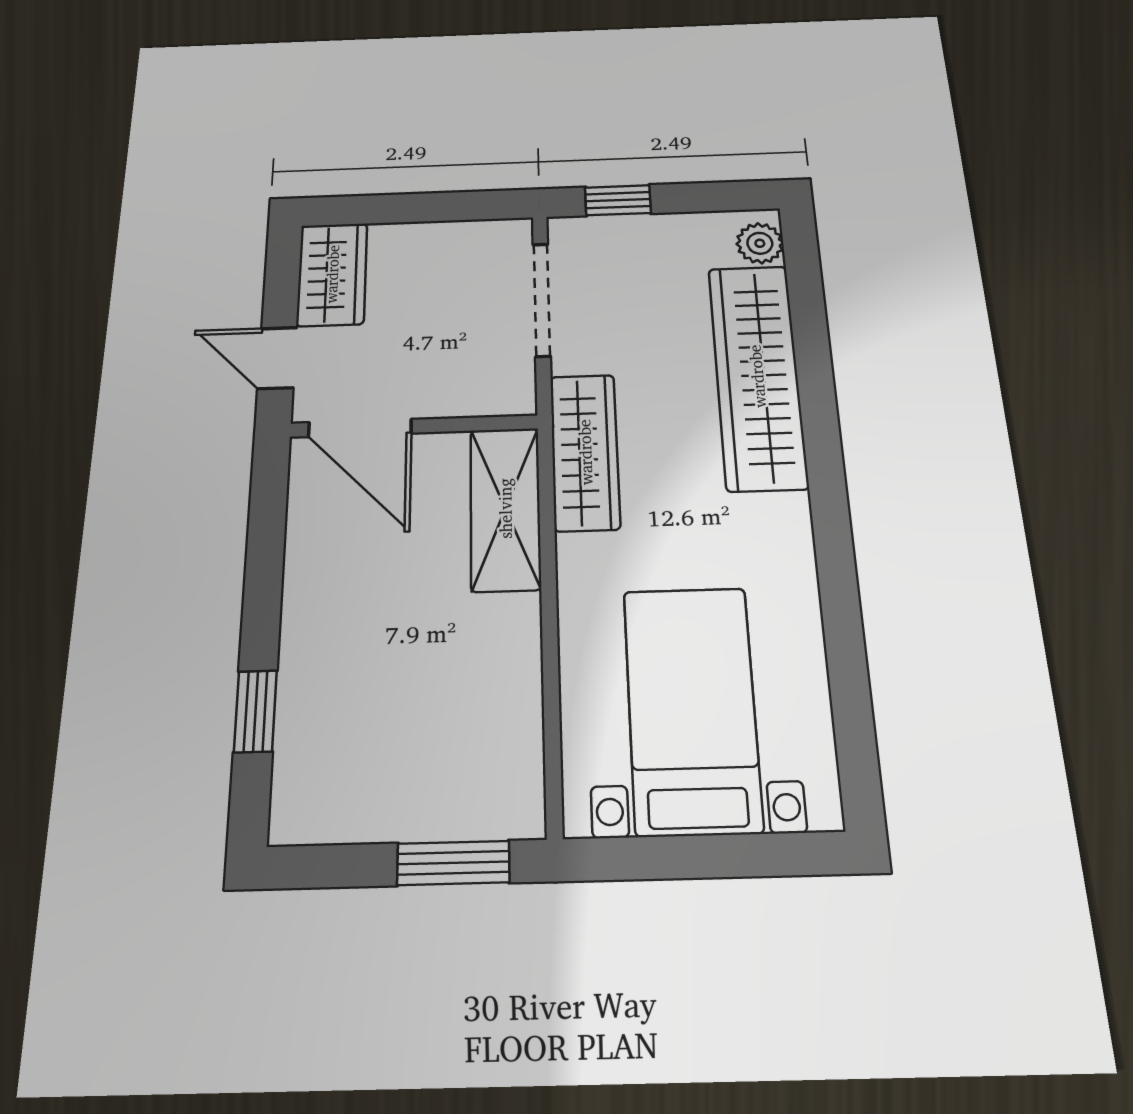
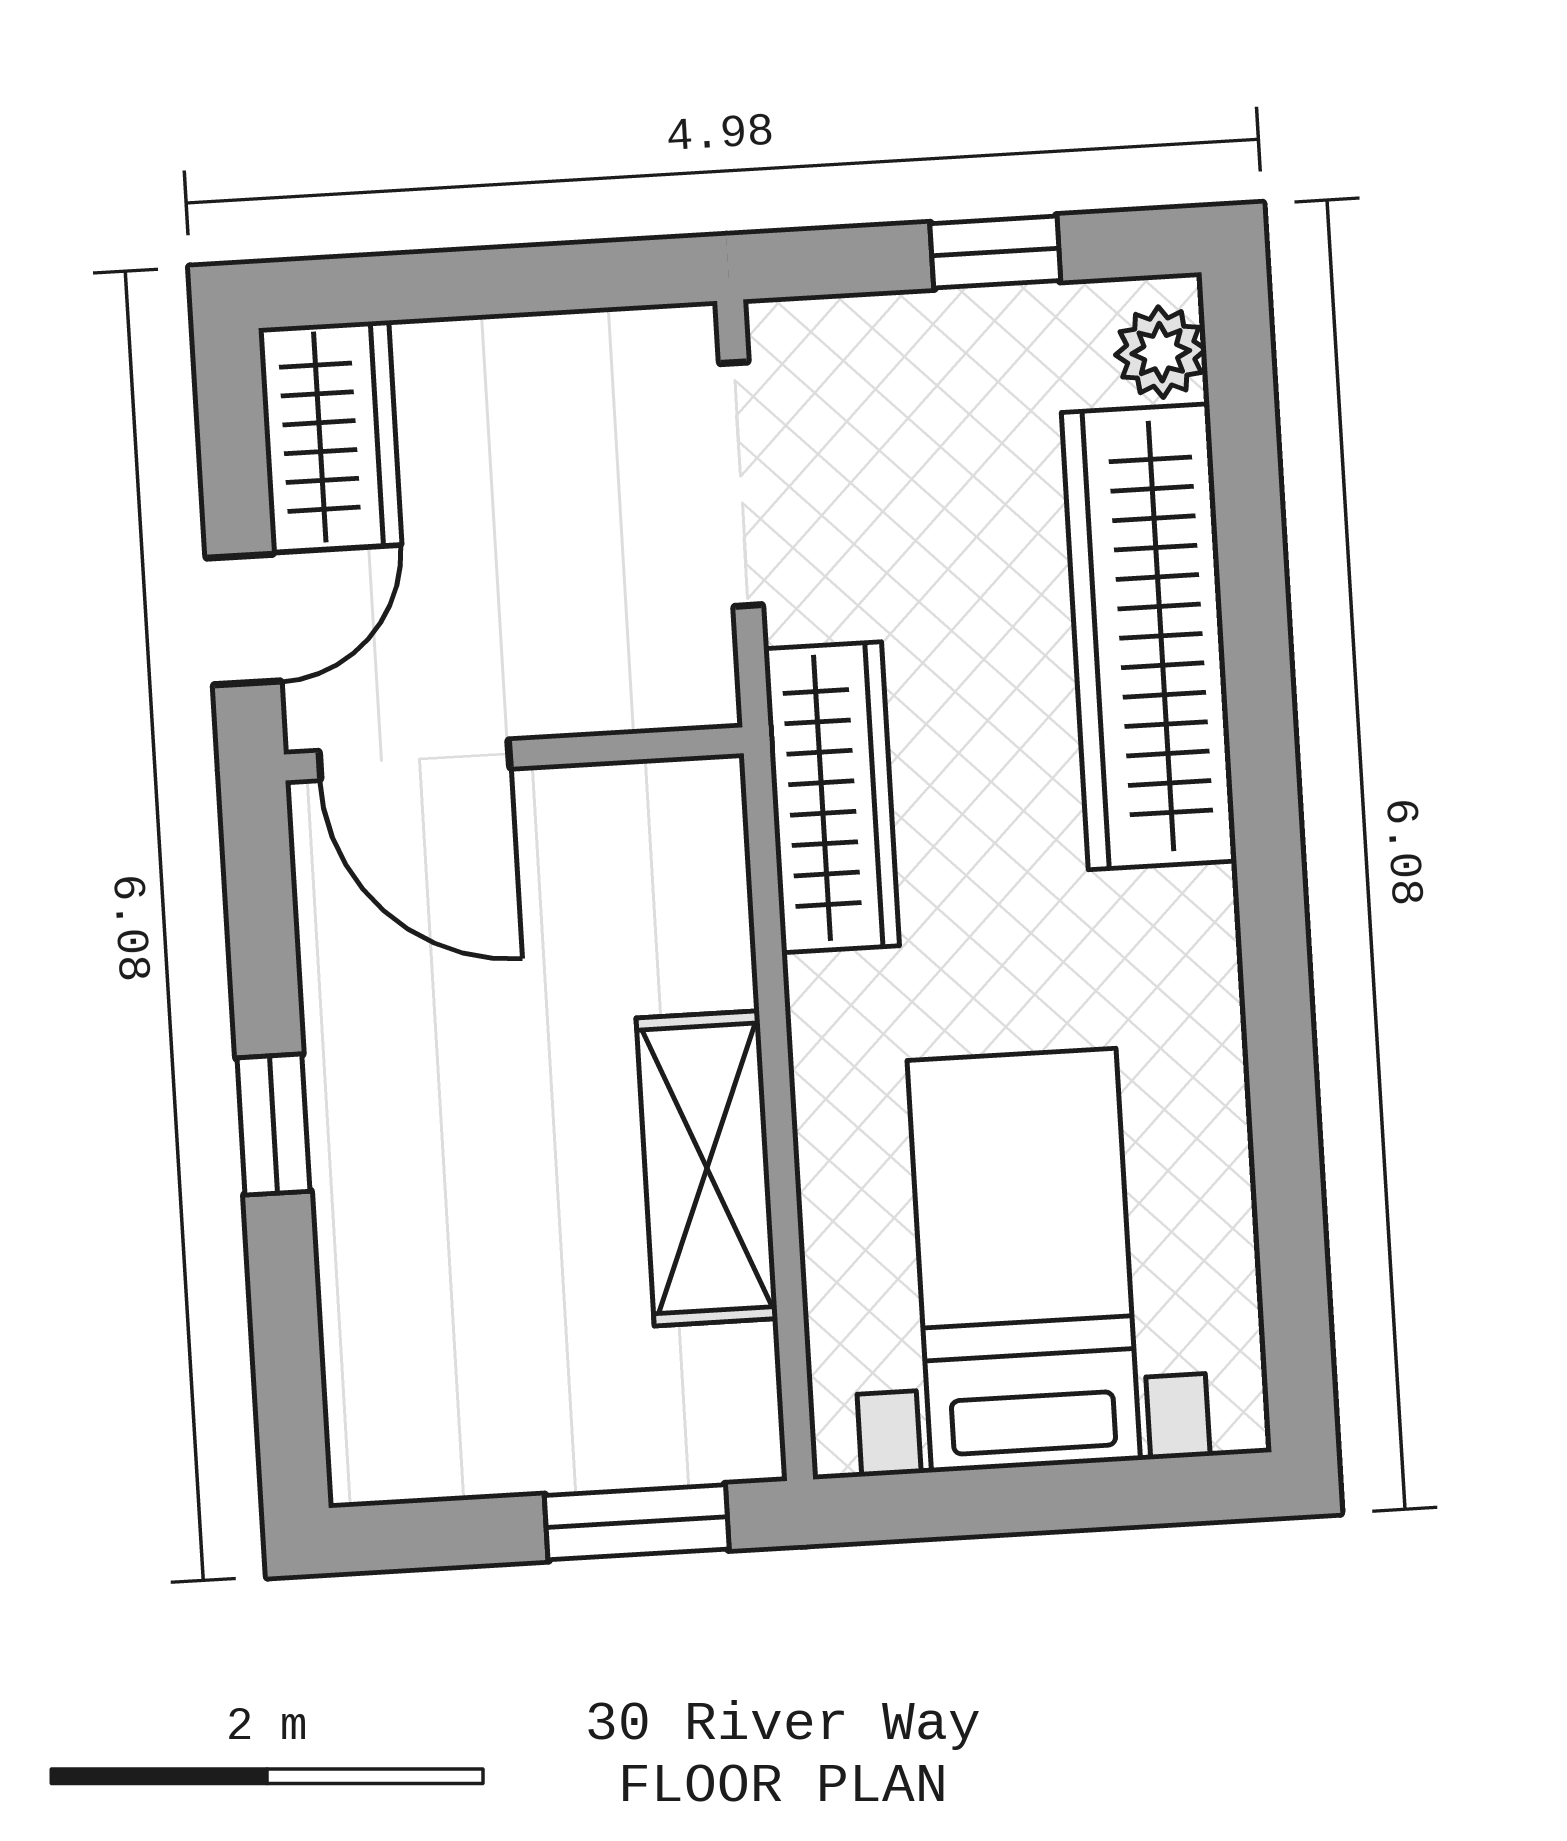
window: (618, 200) -> (995, 252), moved
door: (277, 358) -> (243, 620), swing flipped
shelving: (505, 508) -> (707, 1168), moved
window: (255, 711) -> (273, 1125), moved

